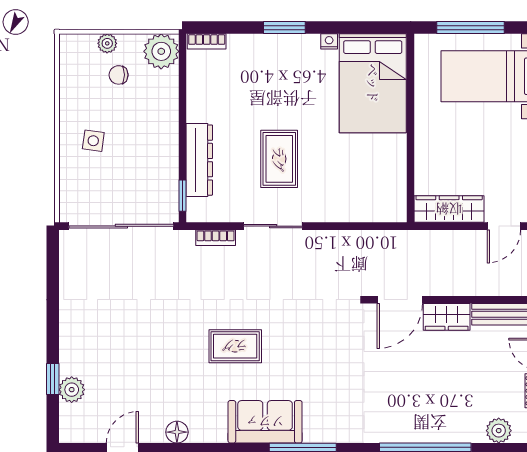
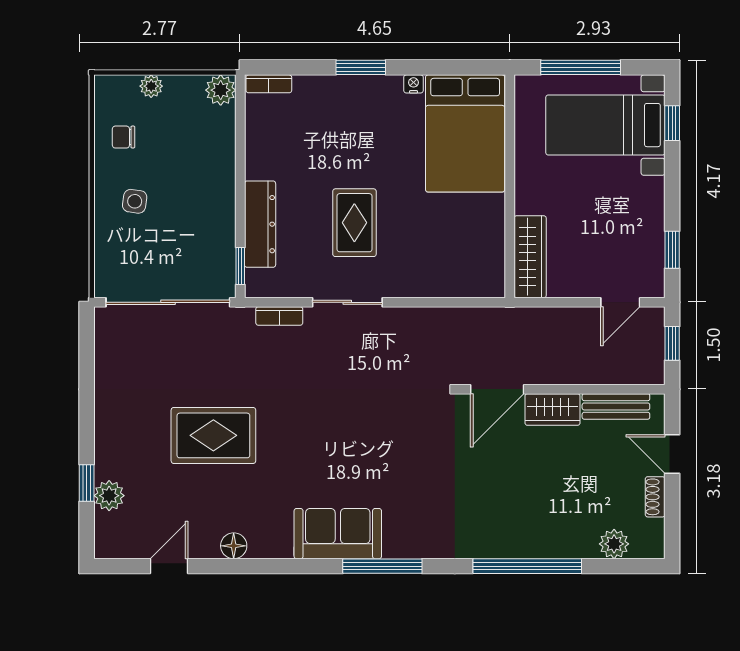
plant: (161, 51) -> (221, 90), width x0.73, depth x0.73
chair: (119, 75) -> (124, 137), moved
wardrobe: (449, 209) -> (530, 257), moved, turned 90
rug: (235, 346) -> (213, 435), moved, width x1.36, depth x1.43

